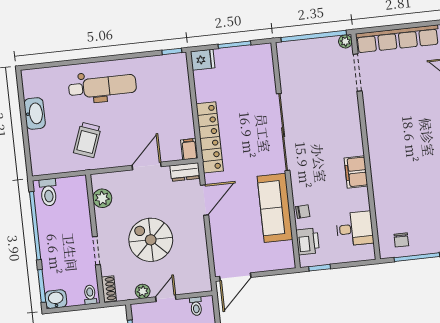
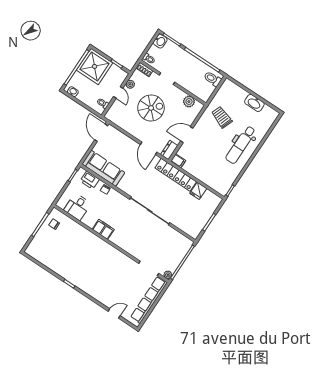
fridge: (203, 60) -> (198, 191), moved
door: (147, 166) -> (187, 135), swing flipped
sofa: (275, 208) -> (103, 168), moved

